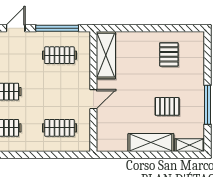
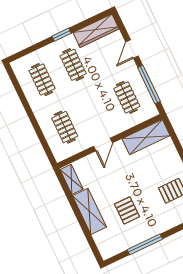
door: (16, 28) -> (132, 49), swing flipped
door: (93, 99) -> (103, 144), hinge flipped
shelving: (190, 145) -> (72, 179), moved

